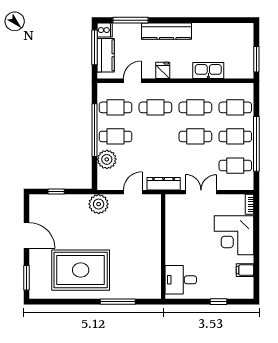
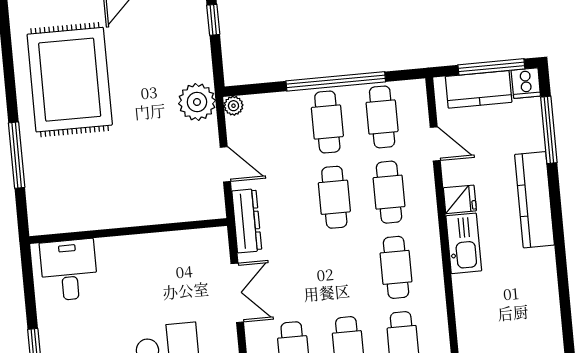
kitchen sink: (208, 71) -> (464, 243), moved
cafe table: (195, 136) -> (334, 197), moved
plant: (107, 159) -> (233, 106), moved, width x0.53, depth x0.53

